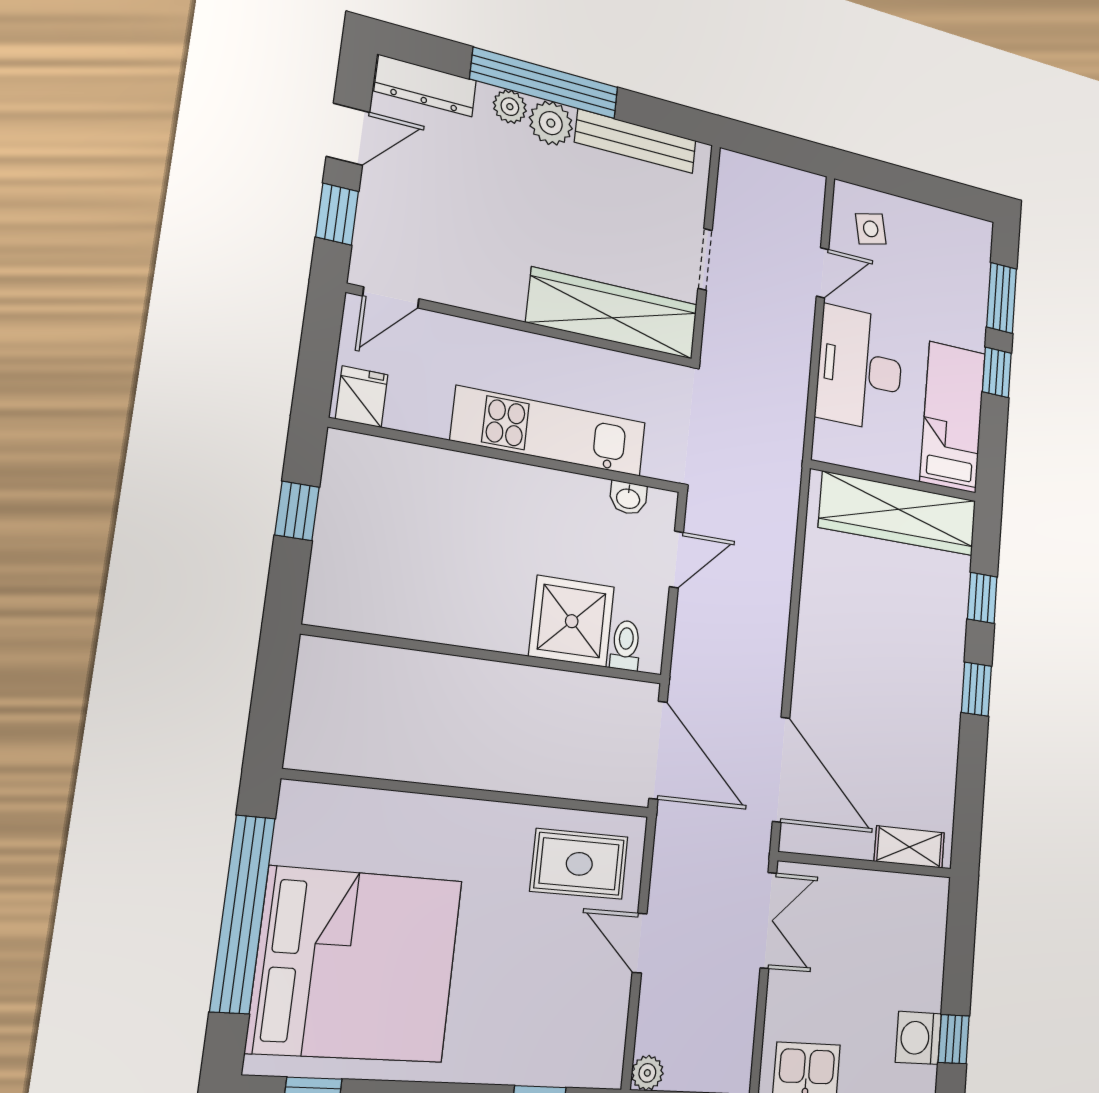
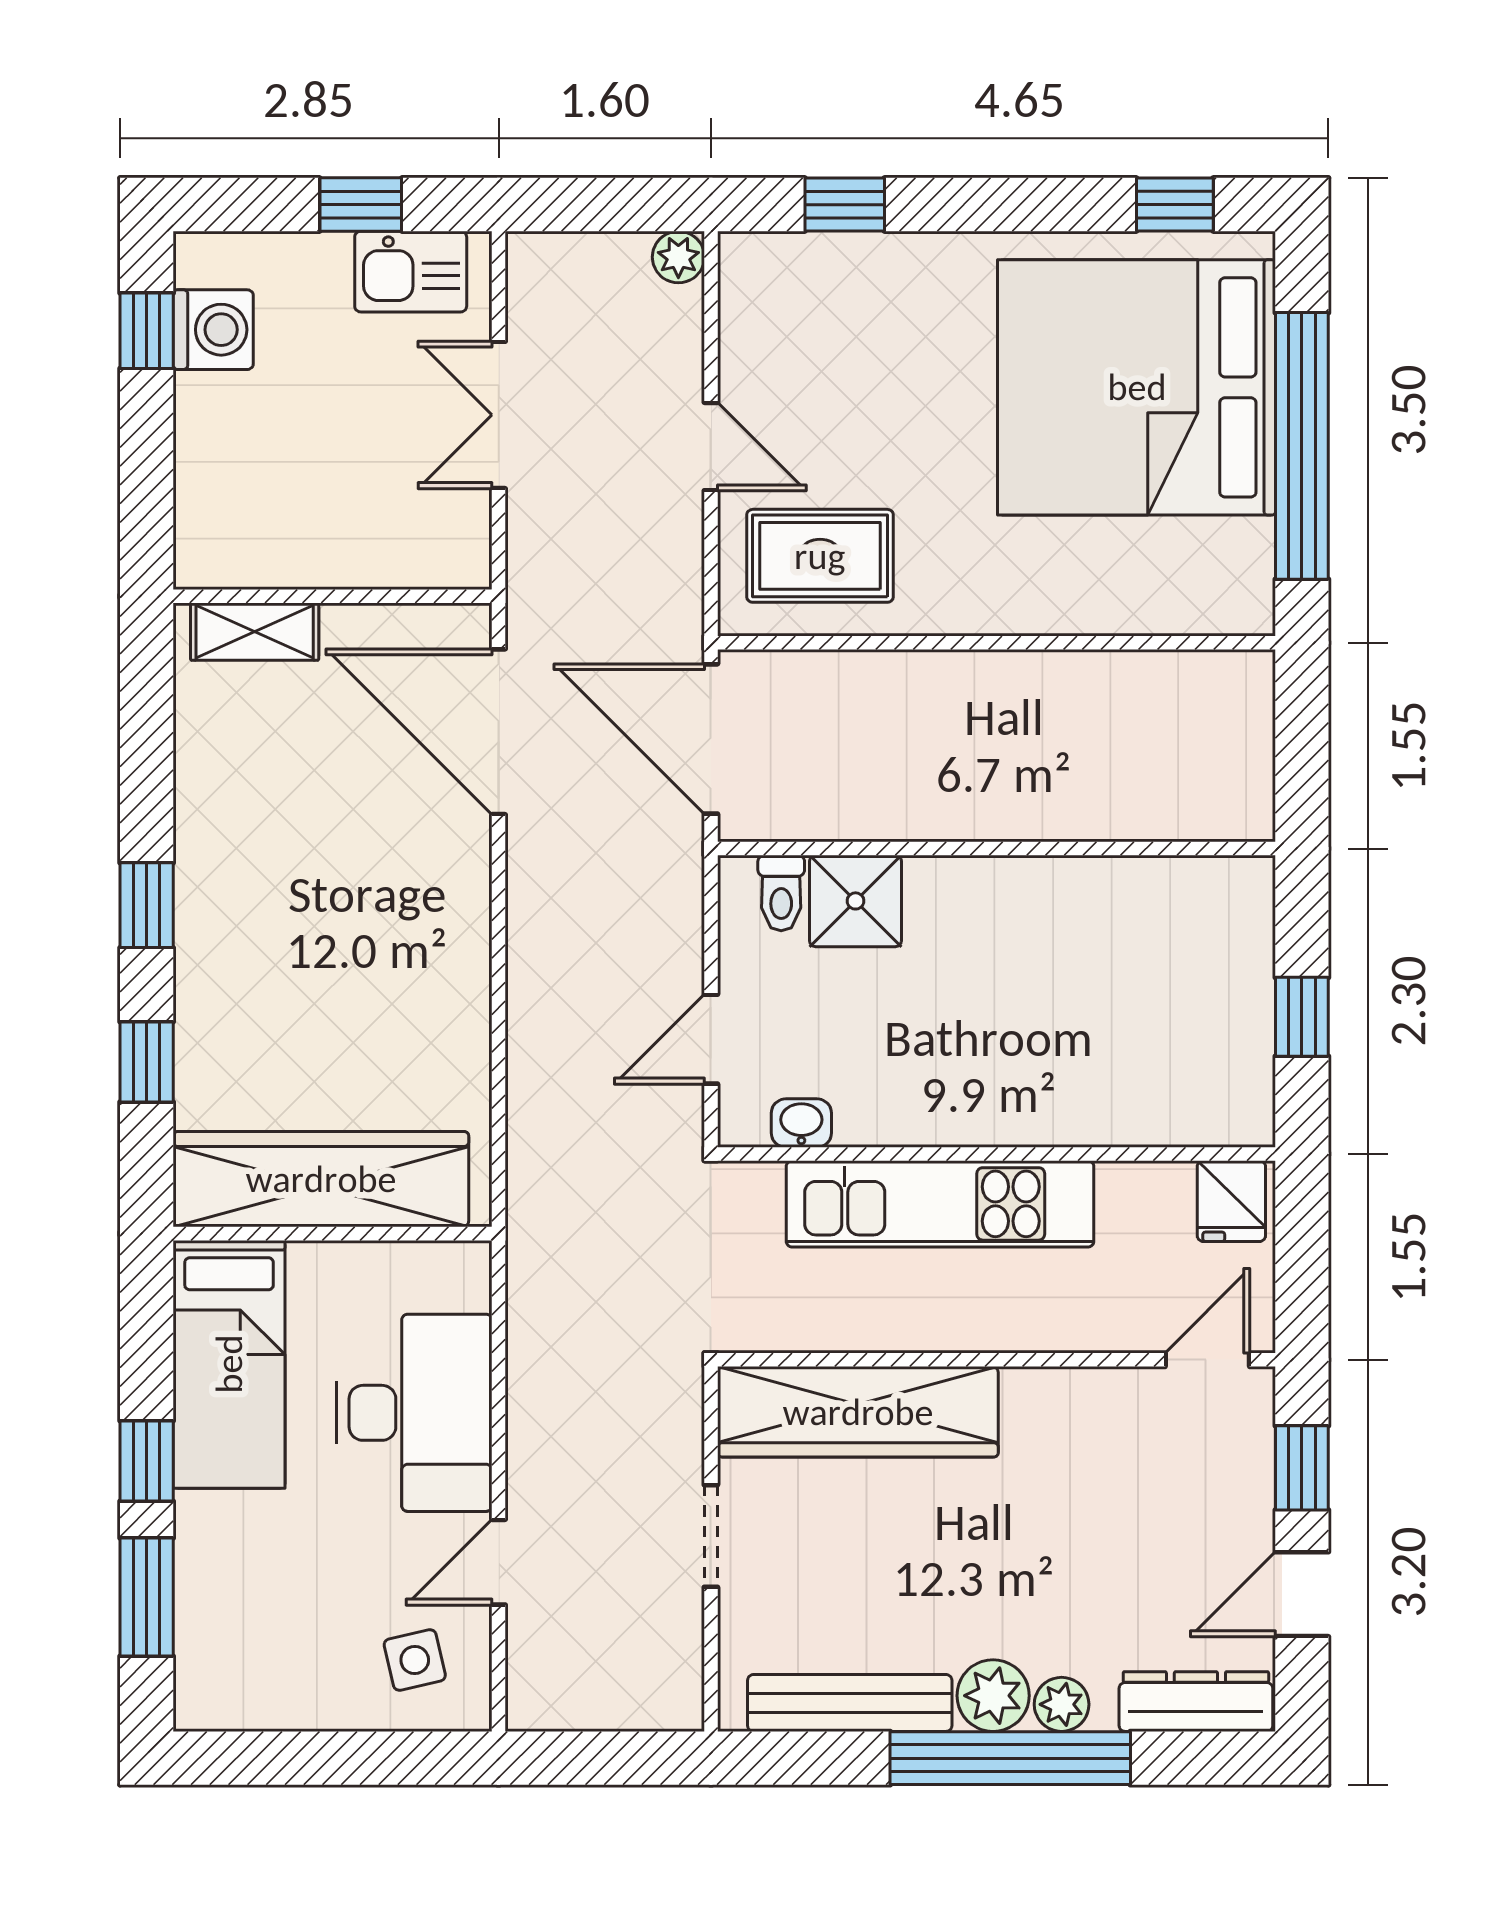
shower: (572, 621) -> (855, 901), width x0.73, depth x0.73
double door: (768, 920) -> (499, 415), moved

